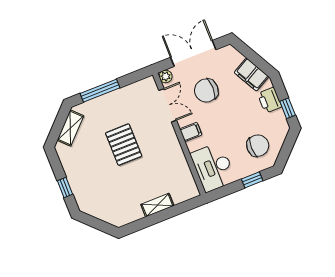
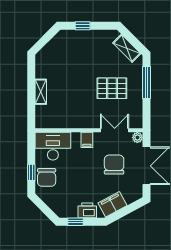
double door: (168, 105) -> (115, 130), swing flipped
pallet: (124, 145) -> (112, 88), moved
chair: (258, 146) -> (47, 177), moved

